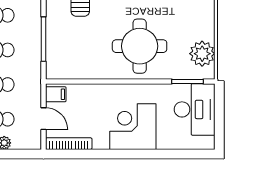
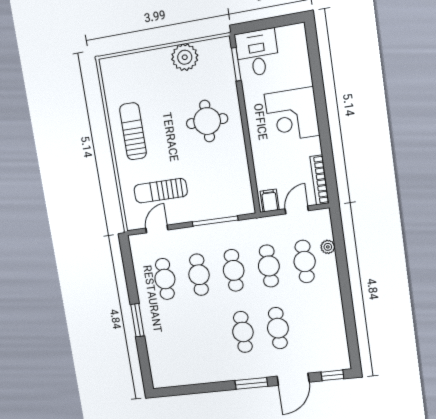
round table: (140, 46) -> (207, 121), width x0.73, depth x0.73
plant: (202, 54) -> (185, 57), moved
desk: (195, 109) -> (257, 53), width x0.73

